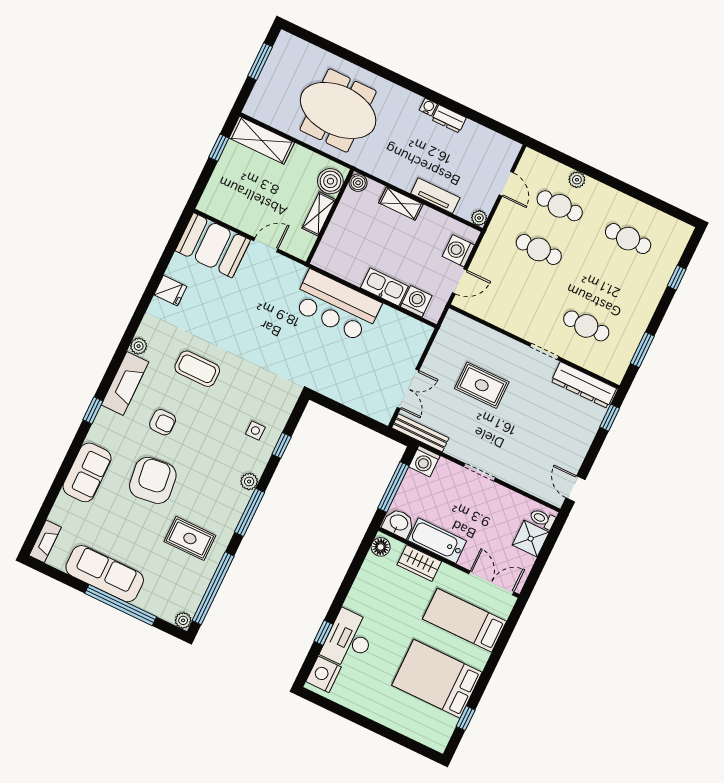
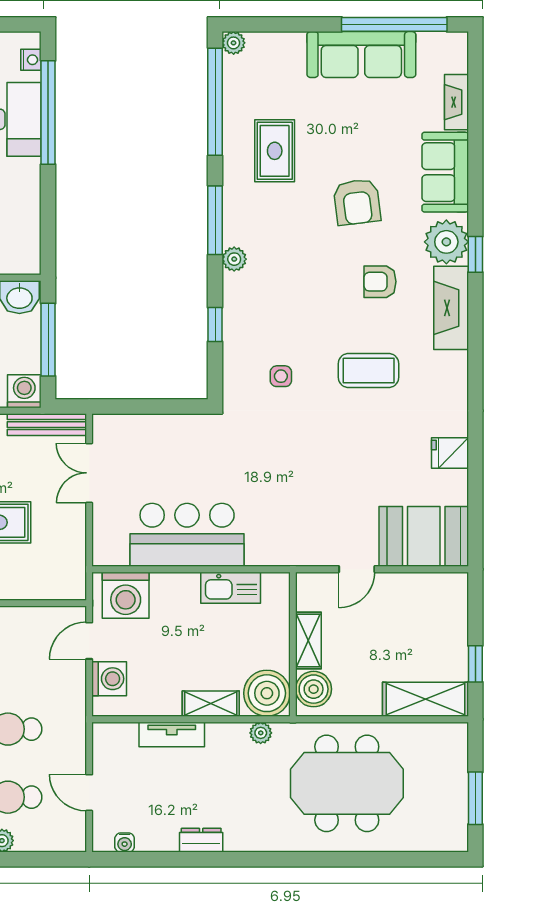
water cooler: (428, 107) -> (125, 843), moved
boiler: (358, 183) -> (267, 693), width x1.86, depth x1.86
plant: (479, 218) -> (261, 733), moved
kitchen sink: (384, 287) -> (231, 588), moved
washing machine: (416, 301) -> (126, 595), width x1.37, depth x1.37
bar counter: (336, 306) -> (187, 535), moved
plant: (139, 346) -> (446, 242), moved, width x1.88, depth x1.88
side table: (255, 431) -> (281, 376), moved
armchair: (153, 480) -> (357, 202), width x0.73, depth x0.73
rug: (190, 538) -> (275, 151), turned 90
fireplace: (45, 541) -> (456, 102), moved
floor lamp: (381, 547) -> (28, 256), removed
window: (121, 605) -> (394, 24), moved
window: (324, 633) -> (48, 112), width x3.17
nightstand: (323, 674) -> (31, 60), width x0.53, depth x0.56

